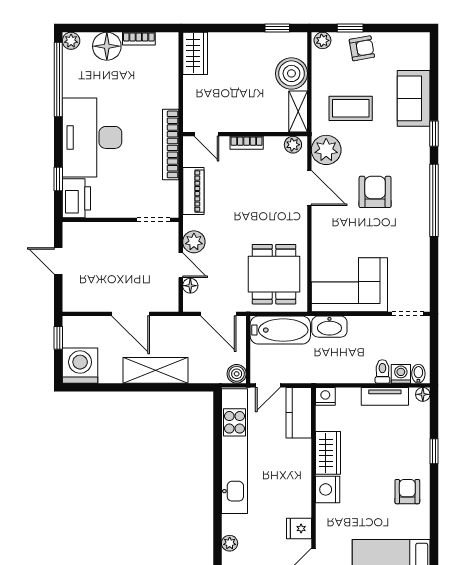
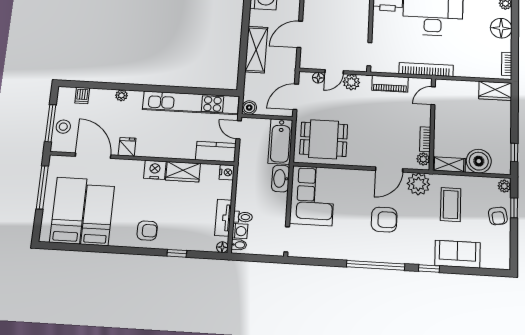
bookcase: (139, 39) -> (507, 64), moved
bookcase: (247, 143) -> (425, 139), moved

